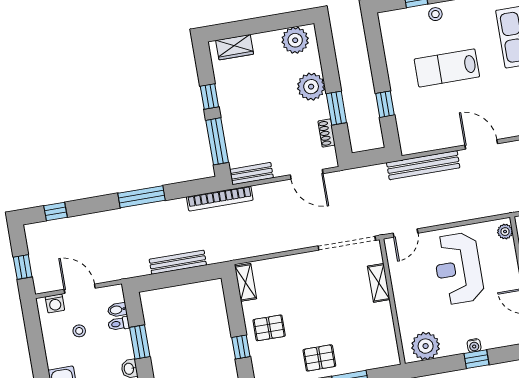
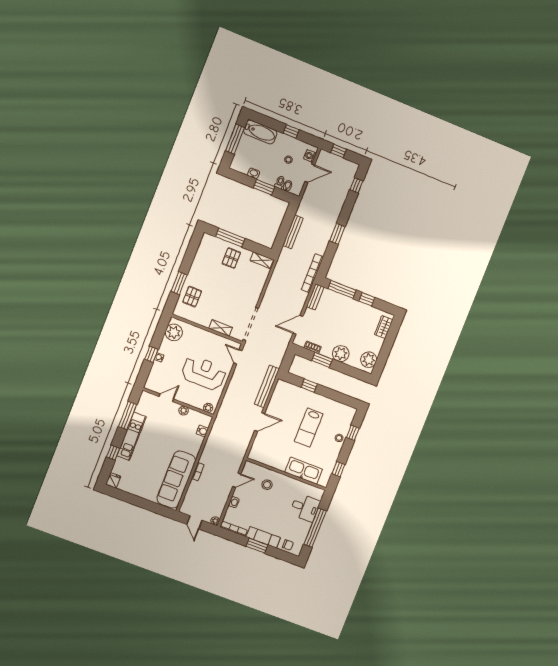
lab bench: (447, 68) -> (309, 428), turned 180
window: (141, 197) -> (337, 234), width x0.69
window: (241, 347) -> (230, 238), width x2.17
window: (37, 351) -> (291, 132), added
pallet: (319, 358) -> (192, 297), moved

